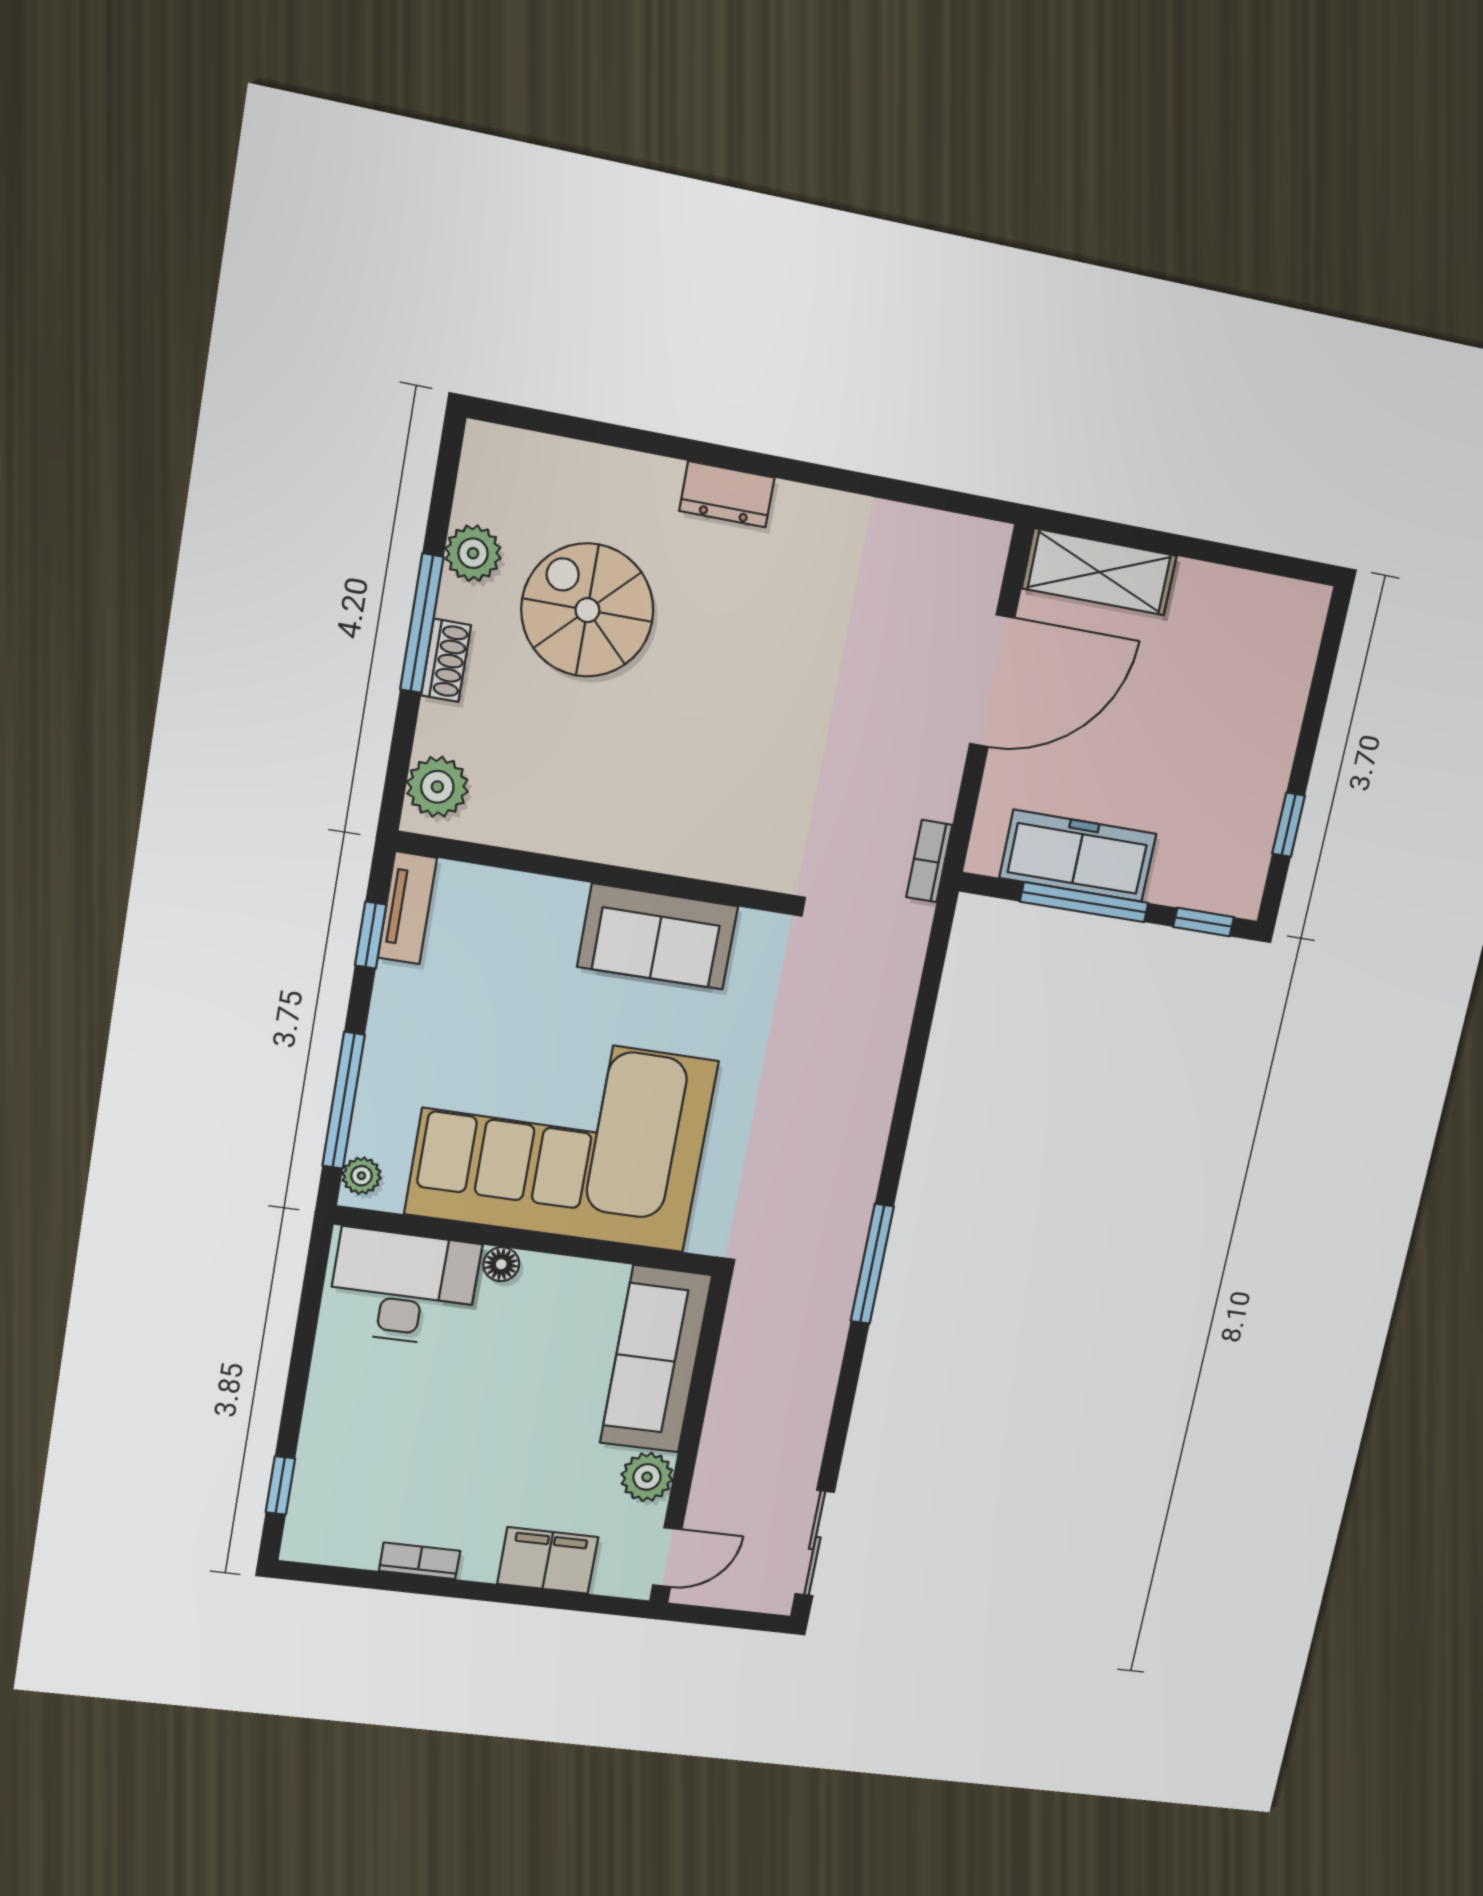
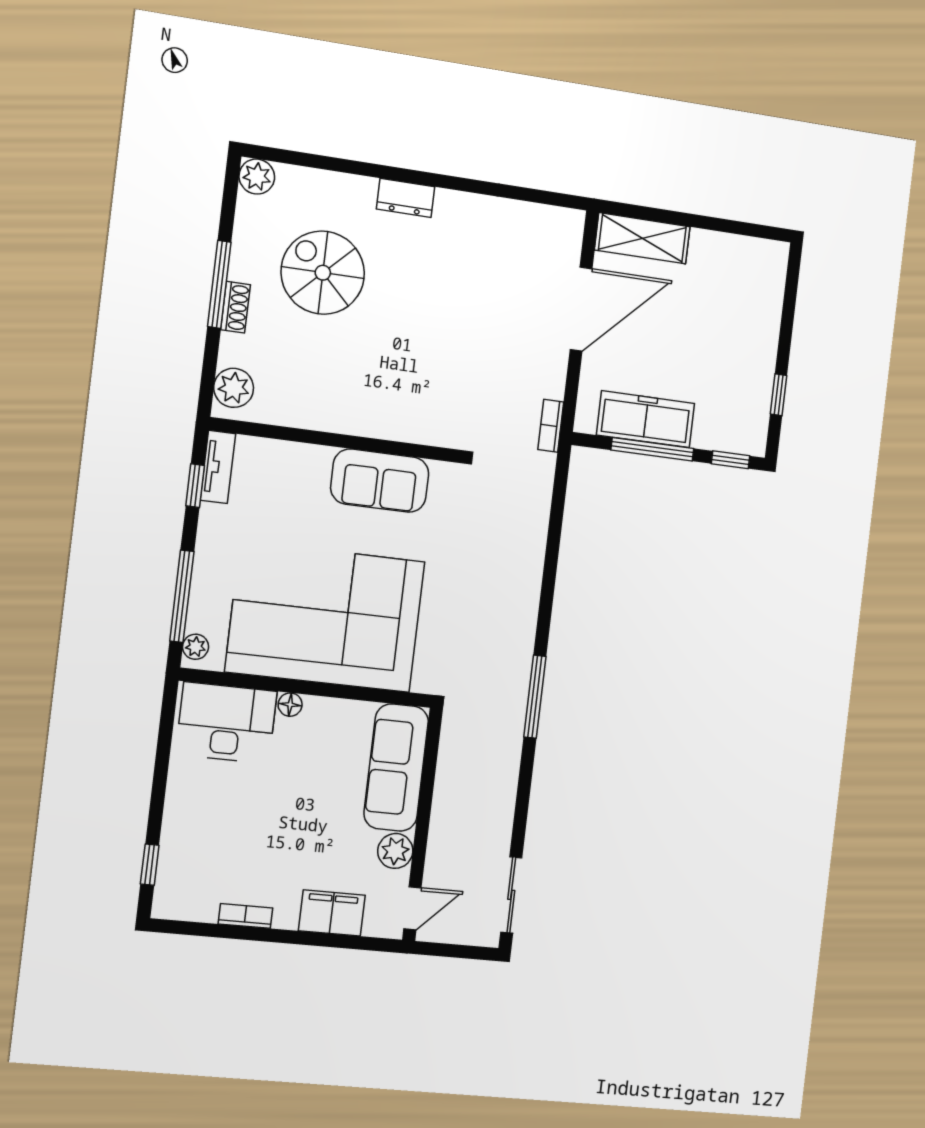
plant: (473, 553) -> (257, 177), moved

